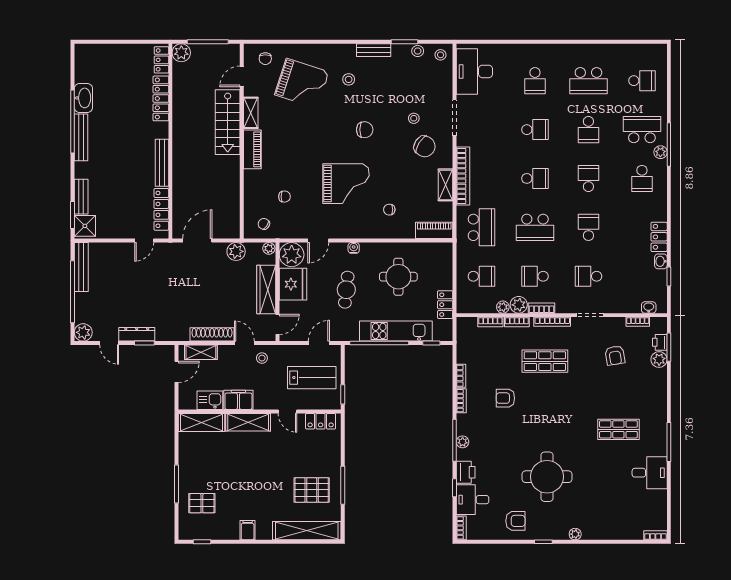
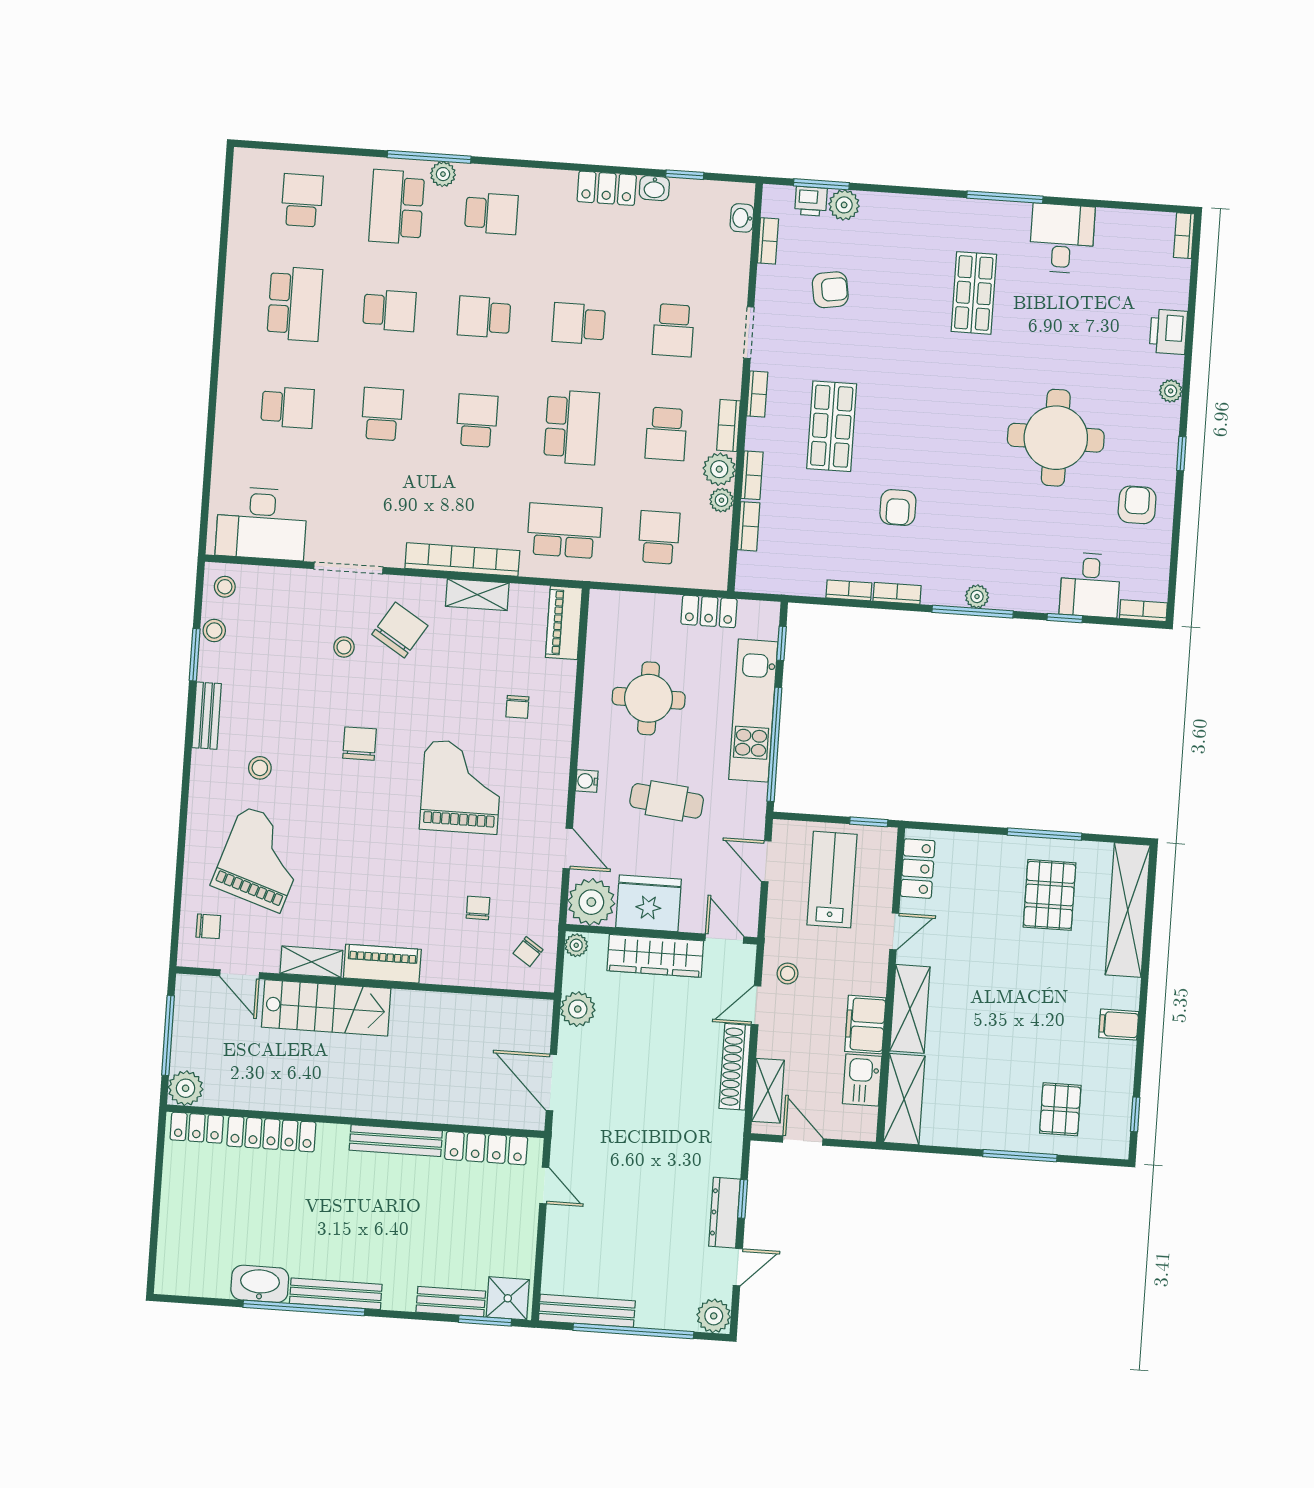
bookcase: (552, 322) -> (757, 394), width x0.64
printer: (466, 472) -> (1168, 332), moved, turned -90

